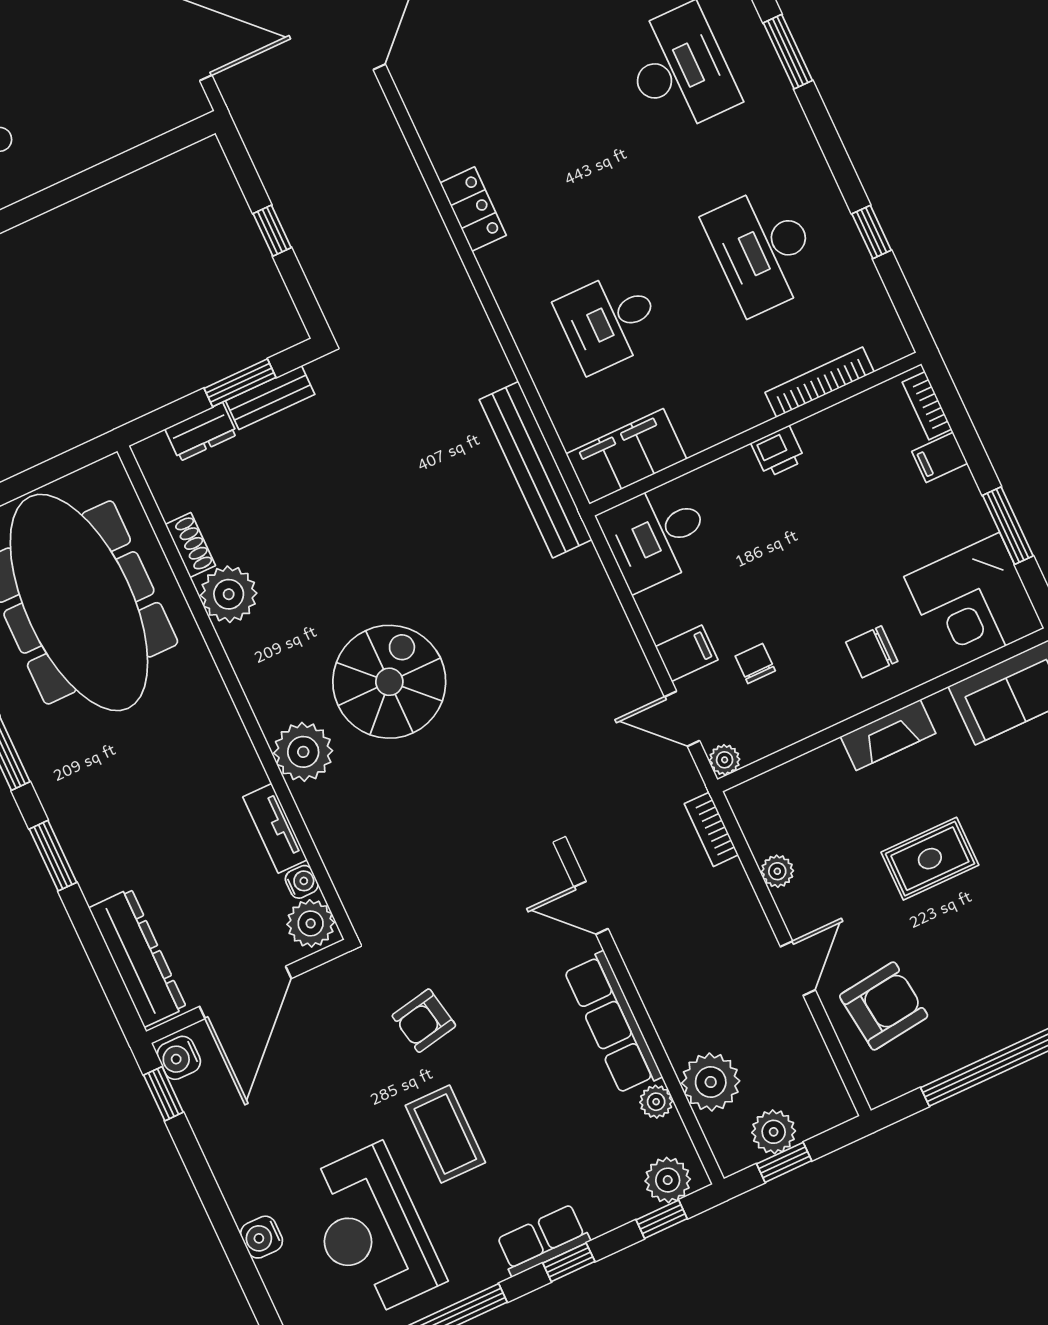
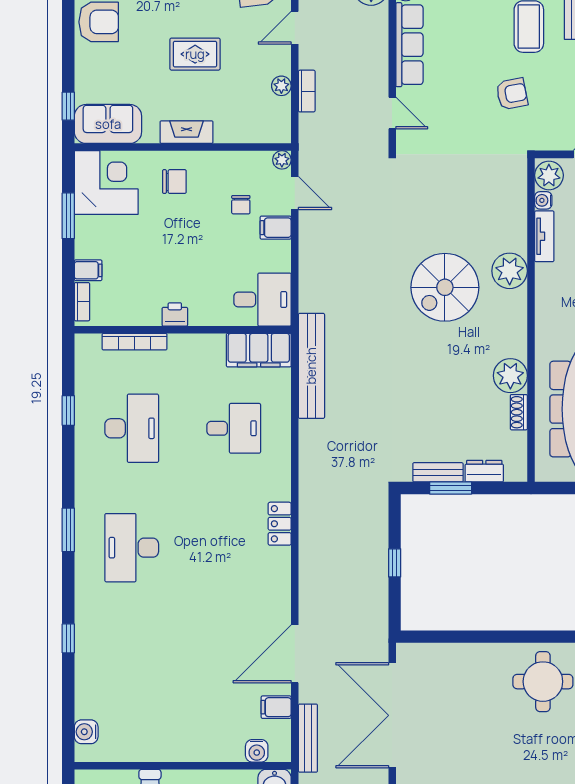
bookcase: (711, 829) -> (307, 91), moved

